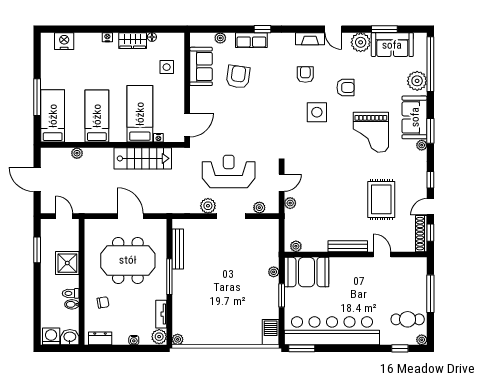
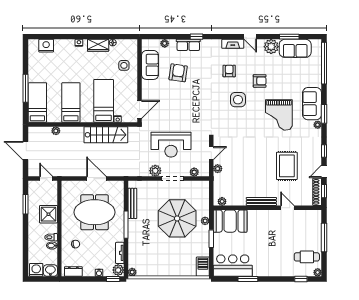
plant: (417, 81) -> (314, 76), removed
reception desk: (229, 171) -> (171, 145), turned 180
parasol: (237, 269) -> (177, 218), added
bar counter: (332, 331) -> (233, 266), width x0.54
window: (152, 348) -> (113, 279), added
window: (302, 348) -> (248, 279), moved

